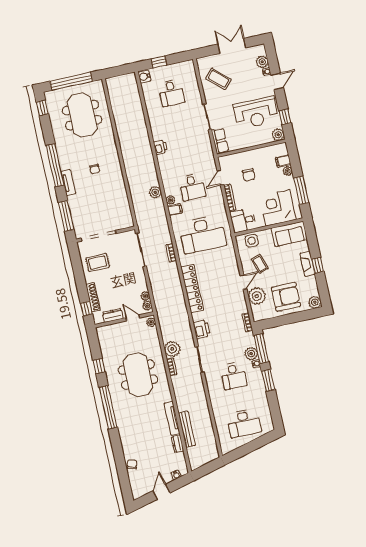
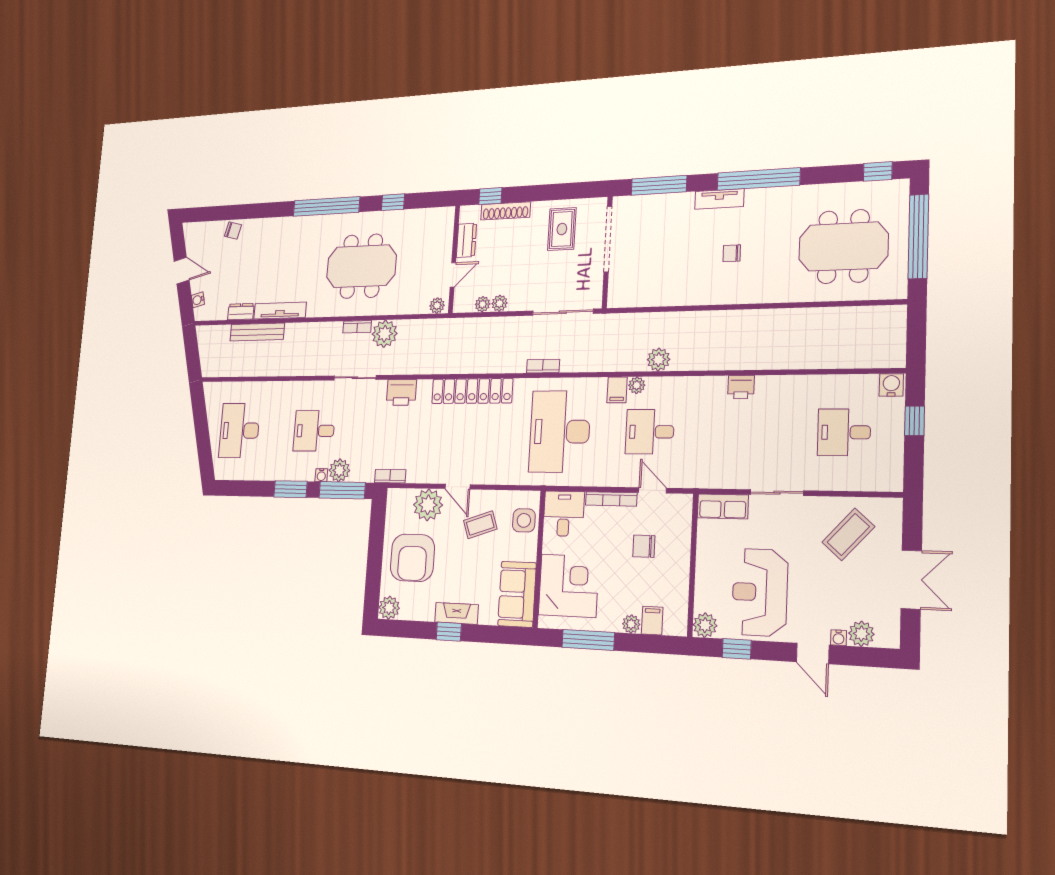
plant: (147, 306) -> (499, 303), moved

